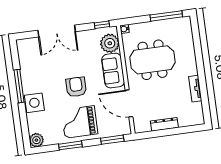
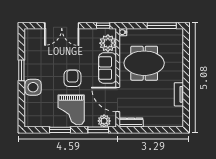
window: (19, 86) -> (21, 70), width x0.69
grand piano: (80, 122) -> (71, 110), turned -90
dresser: (164, 124) -> (131, 122), moved
plant: (36, 140) -> (104, 121), moved

